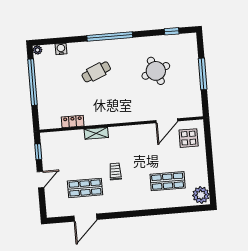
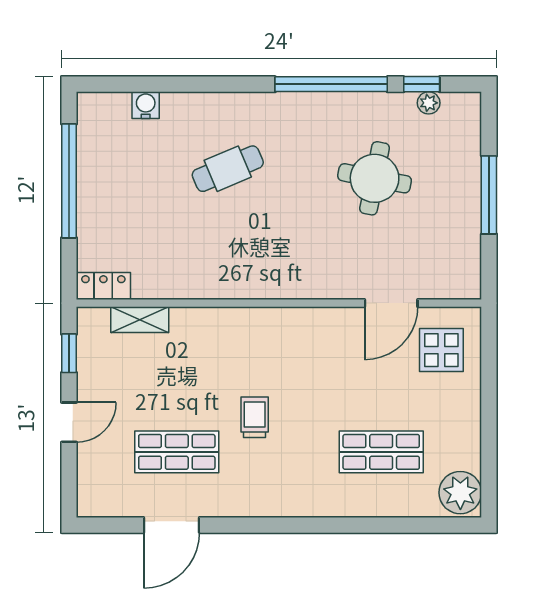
window: (110, 36) -> (331, 84), moved
plant: (37, 50) -> (429, 103), moved
round table: (156, 71) -> (375, 178), turned 32
locker: (73, 122) -> (103, 286), moved
shelving: (96, 133) -> (140, 320), moved

